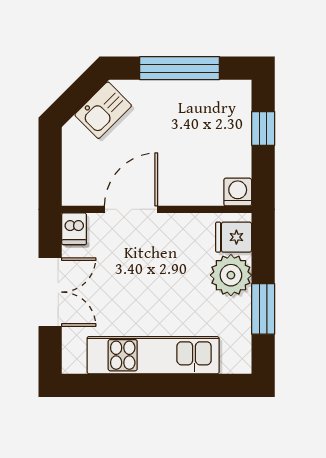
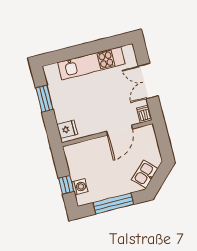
washing machine: (238, 192) -> (80, 187), moved, turned -90
plant: (231, 275) -> (64, 111), removed

